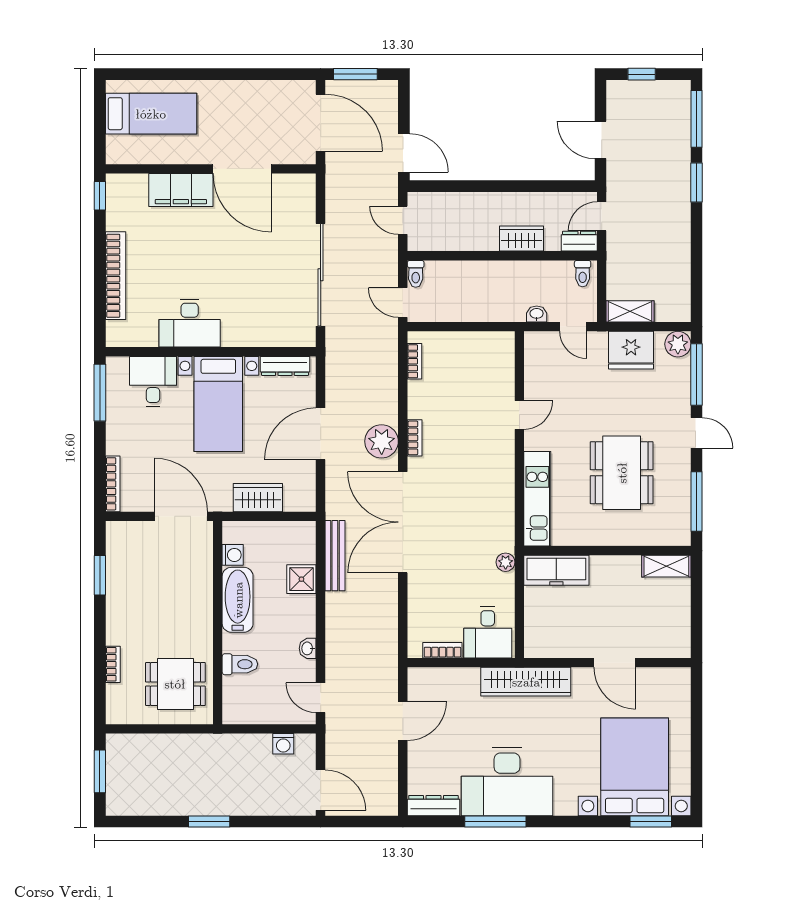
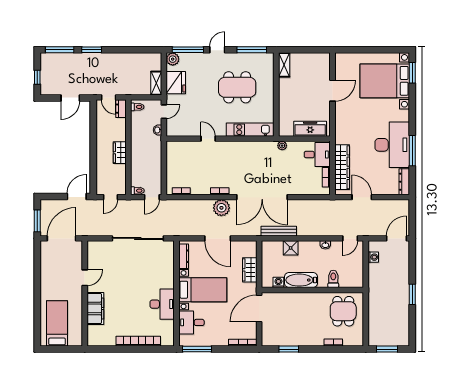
door: (242, 169) -> (85, 278), width x0.53
window: (100, 196) -> (98, 349), removed
wardrobe: (522, 239) -> (120, 153), moved
freezer: (556, 570) -> (310, 129), moved, turned -90
wardrobe: (526, 682) -> (342, 167), moved

